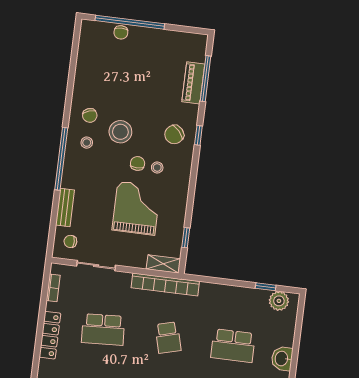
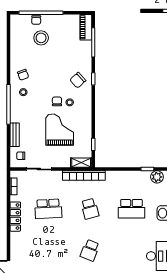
piano: (193, 83) -> (86, 27), moved
stool: (120, 132) -> (41, 38), moved

